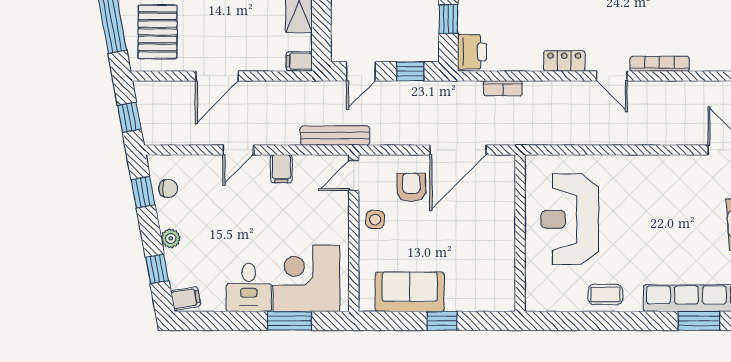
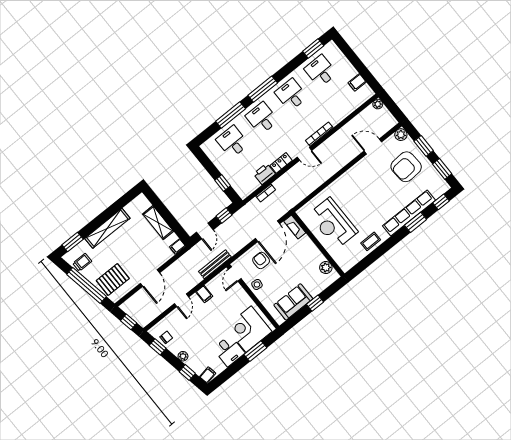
pallet: (158, 32) -> (113, 280), turned 90
printer: (472, 52) -> (264, 174), moved, turned -90
fireplace: (506, 178) -> (295, 227), added
plant: (503, 279) -> (326, 267), added

